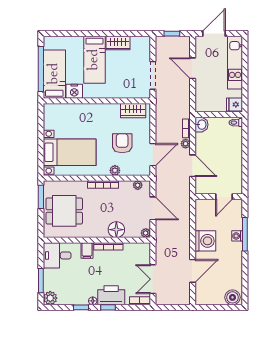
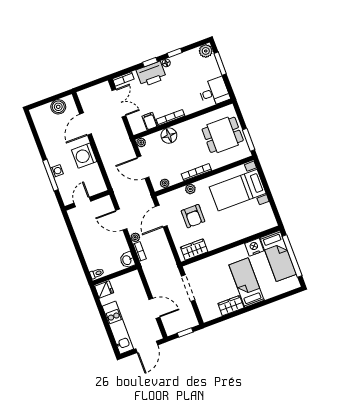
filing cabinet: (87, 251) -> (150, 121), moved
boiler: (232, 297) -> (58, 107), moved

